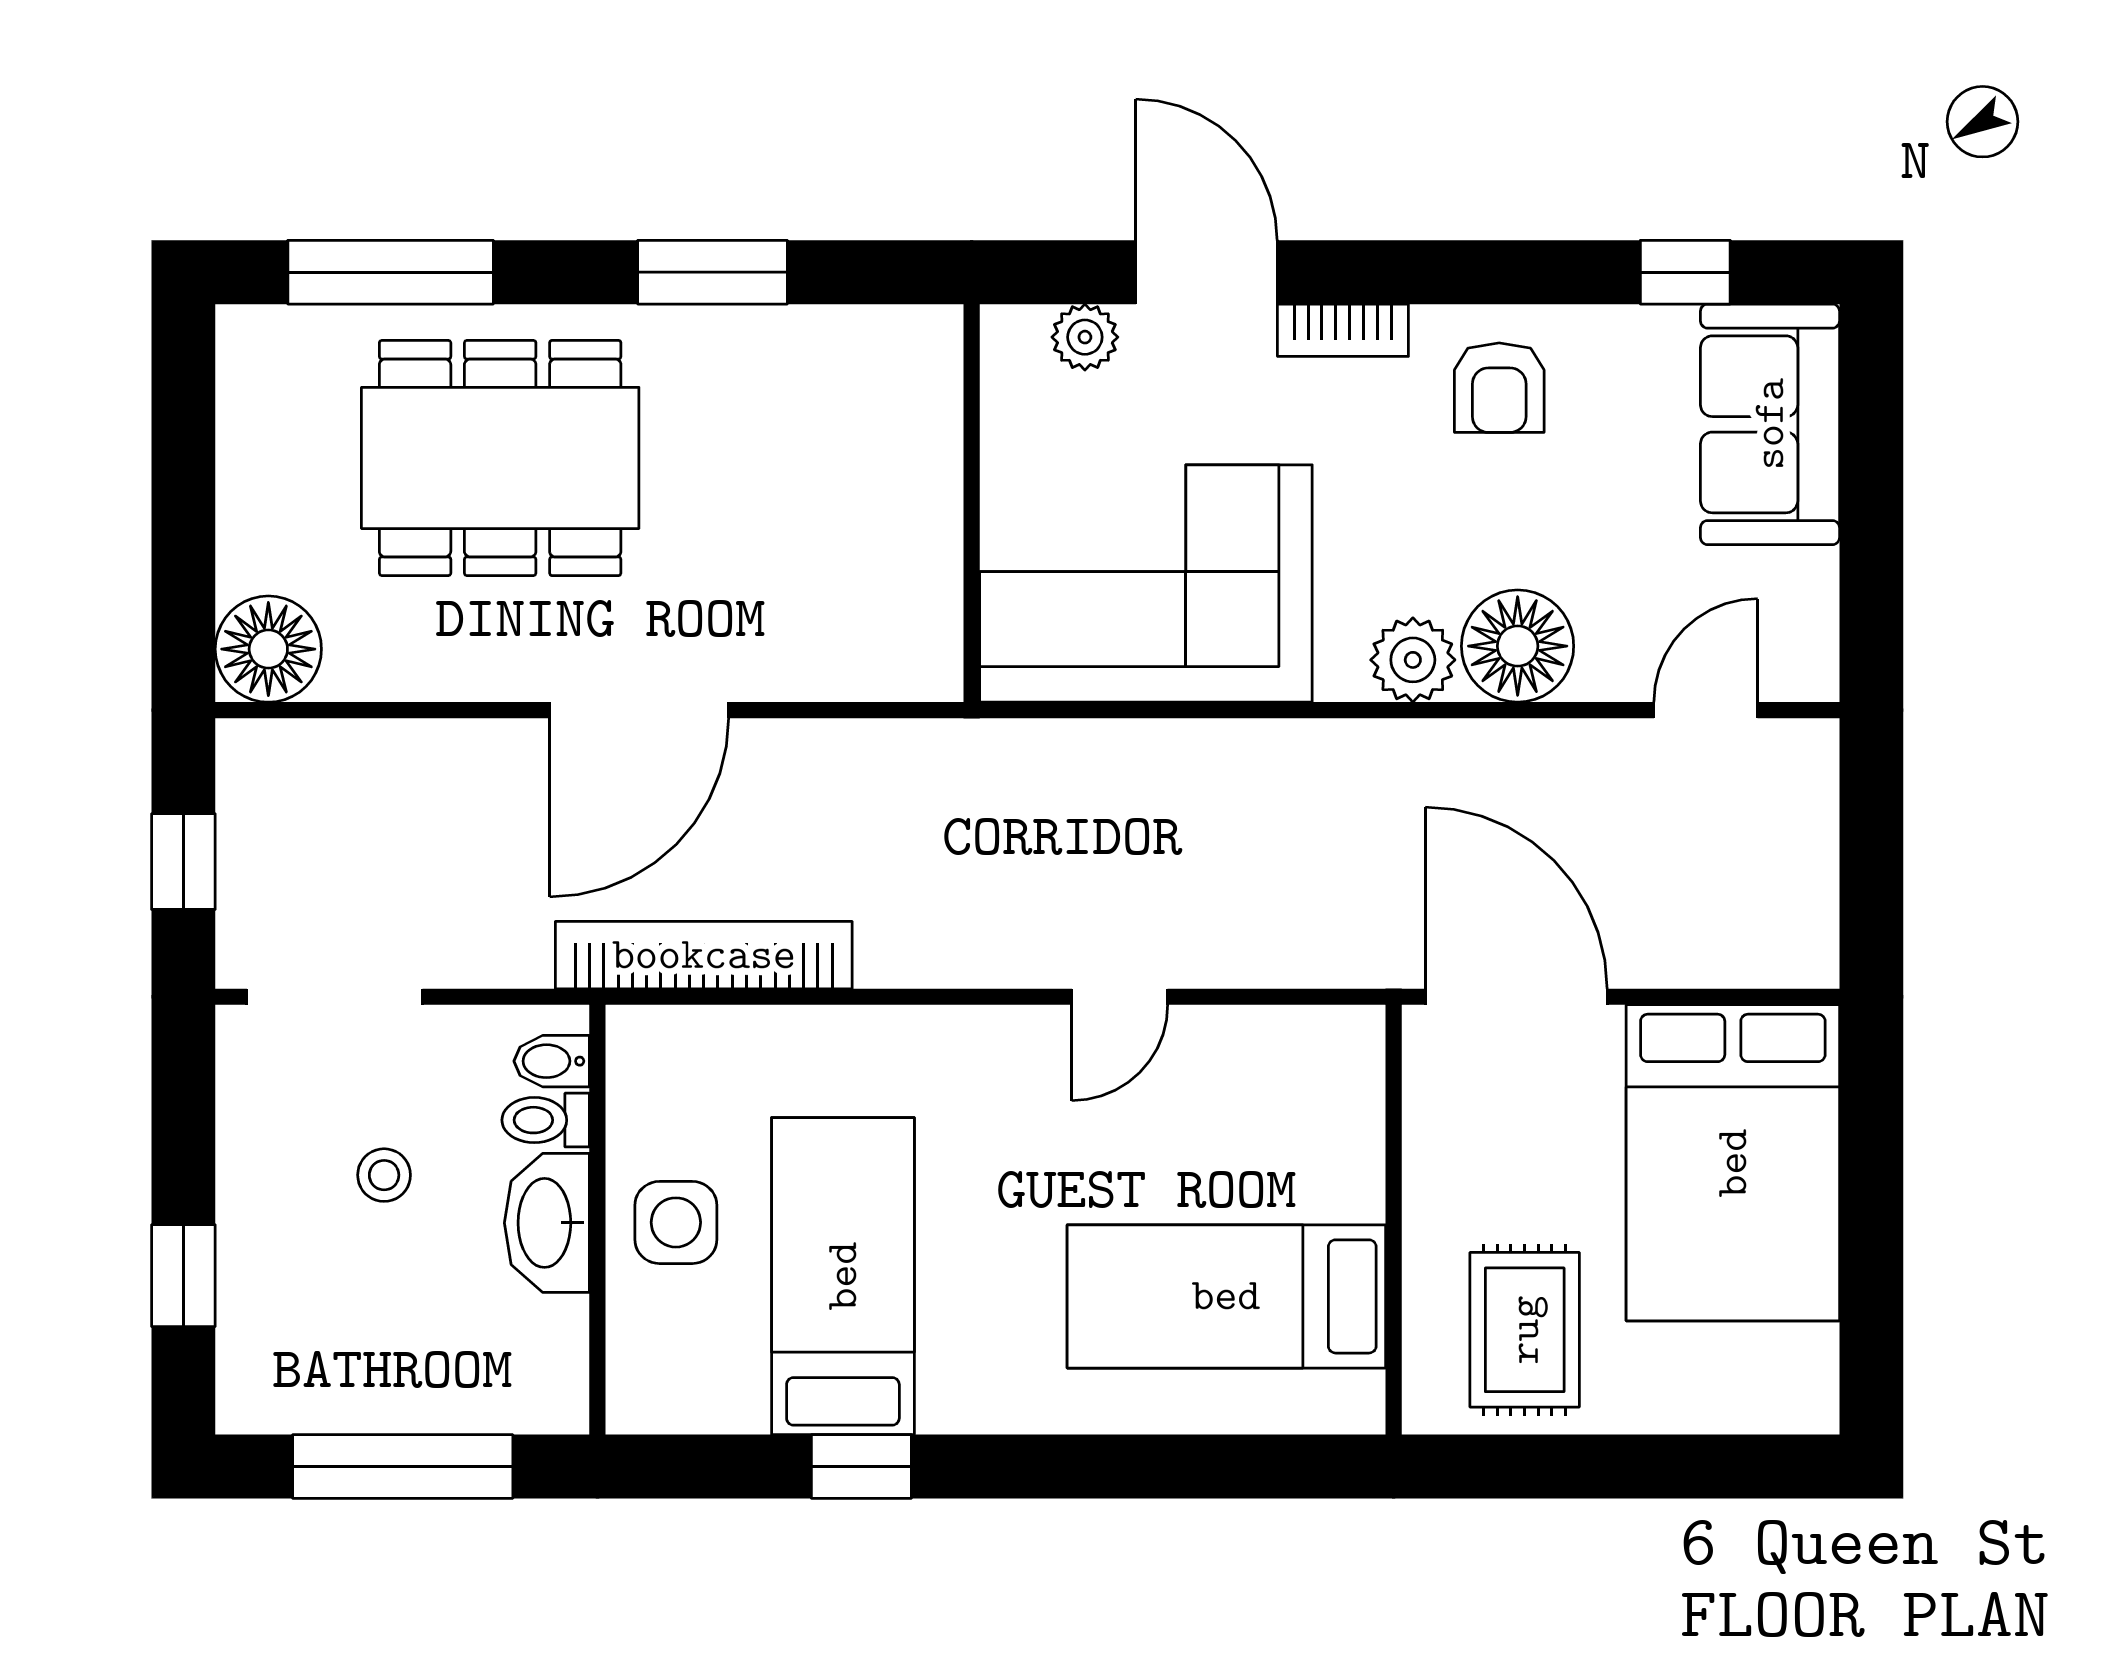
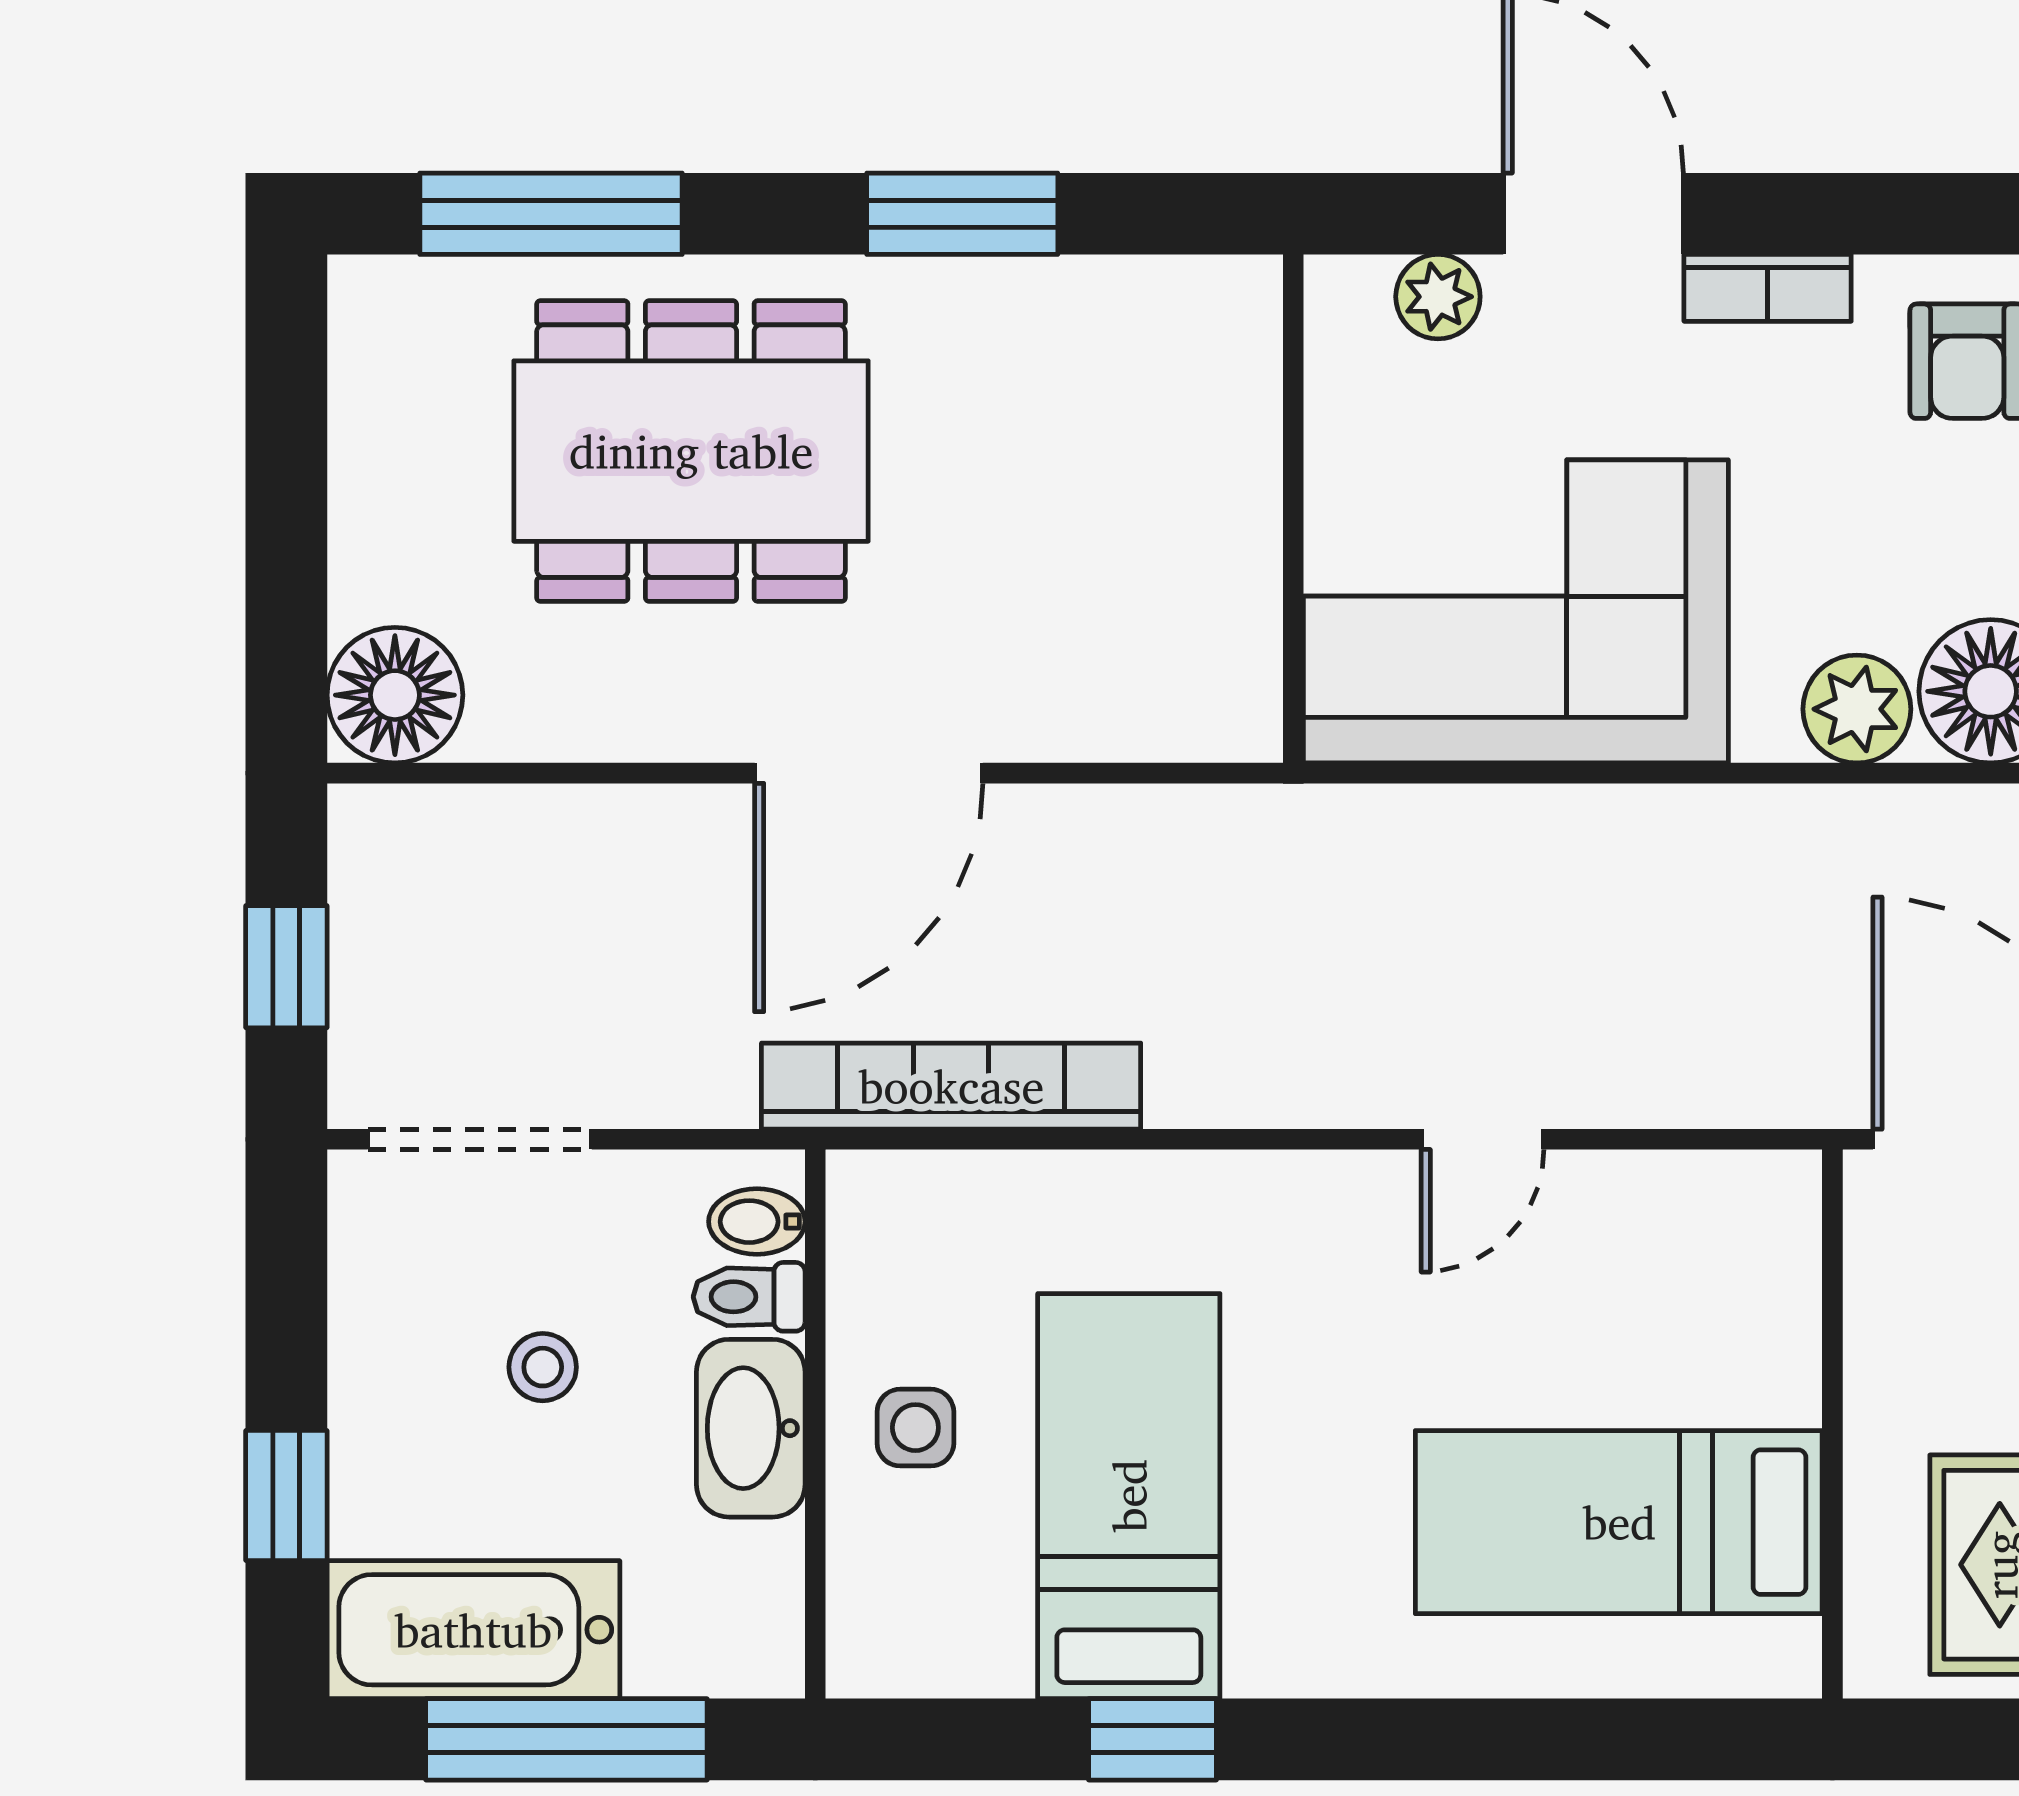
side table: (676, 1222) -> (915, 1428), width x0.73, depth x0.73
bathtub: (330, 1381) -> (473, 1630), added

